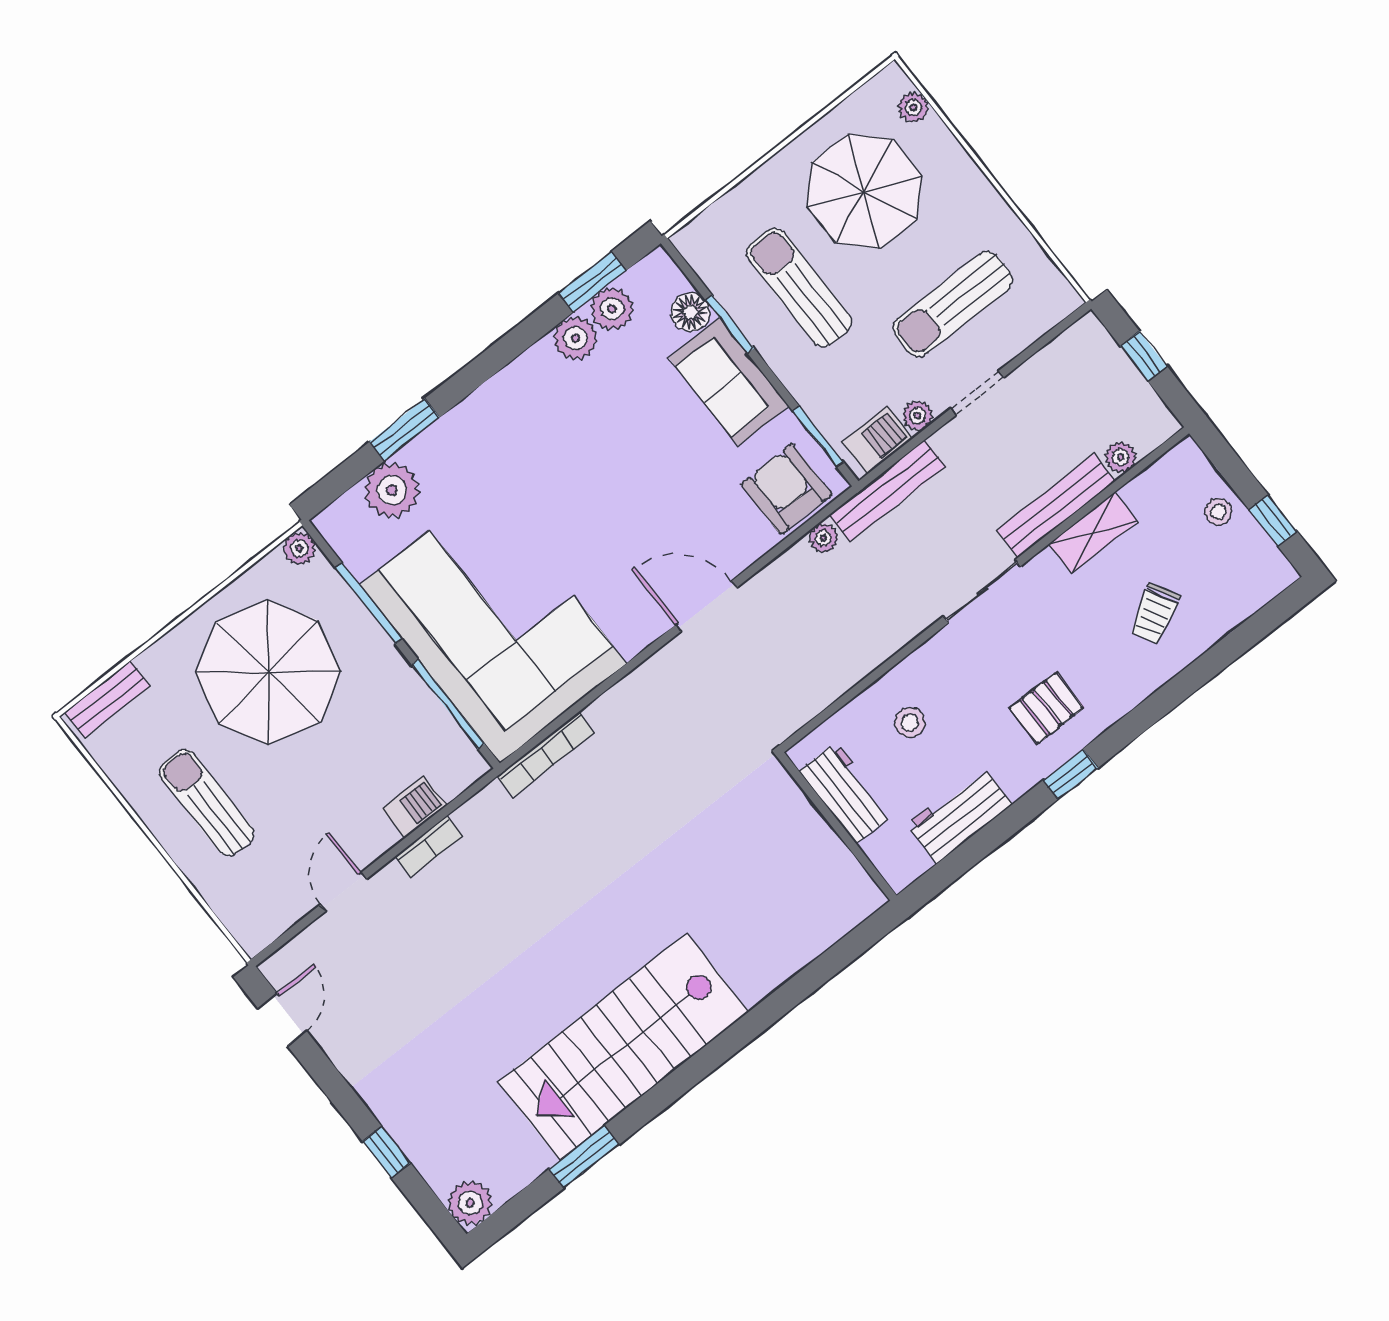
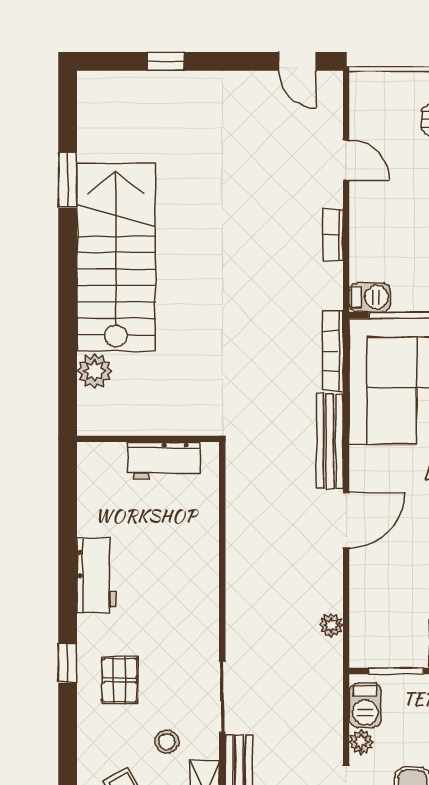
armchair: (786, 489) -> (379, 626), removed
bench: (887, 491) -> (330, 441), moved
stool: (910, 723) -> (167, 742), moved
workbench: (846, 793) -> (164, 461), moved
barbecue: (414, 807) -> (370, 297), moved, turned -90
wall: (837, 826) -> (148, 439), moved
plant: (470, 1203) -> (94, 371), moved

